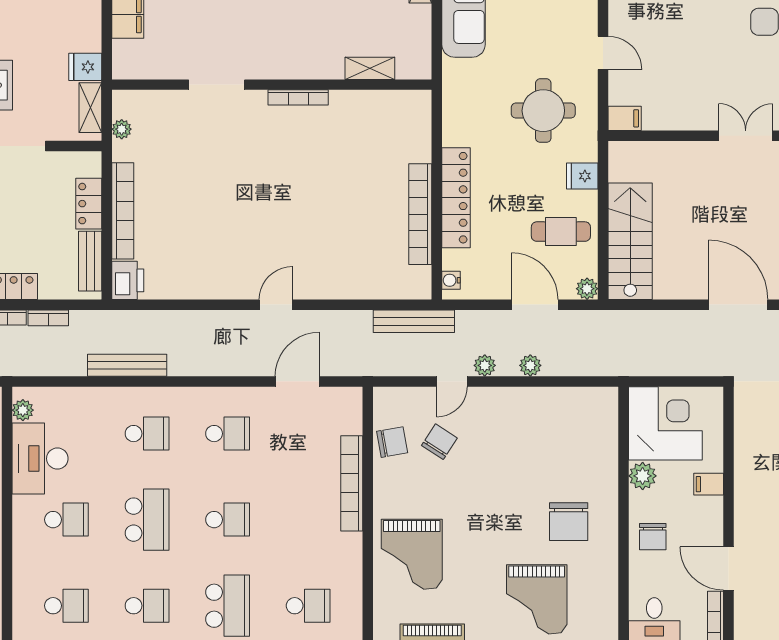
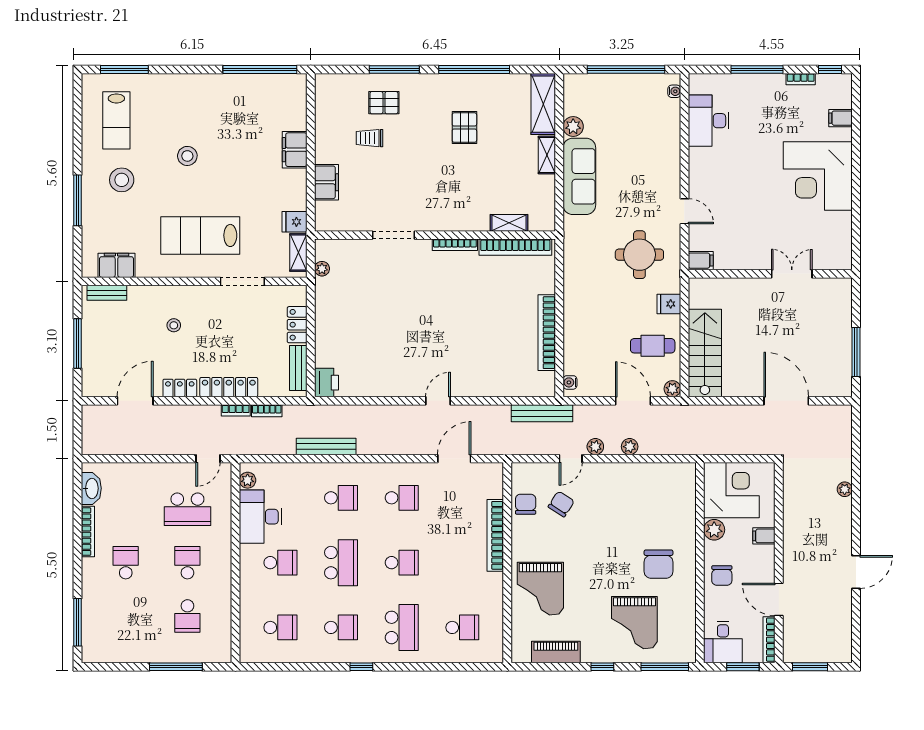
locker: (456, 198) -> (574, 320), removed
bookcase: (123, 211) -> (515, 247), moved, turned 90
chair: (392, 442) -> (526, 504), turned -80

